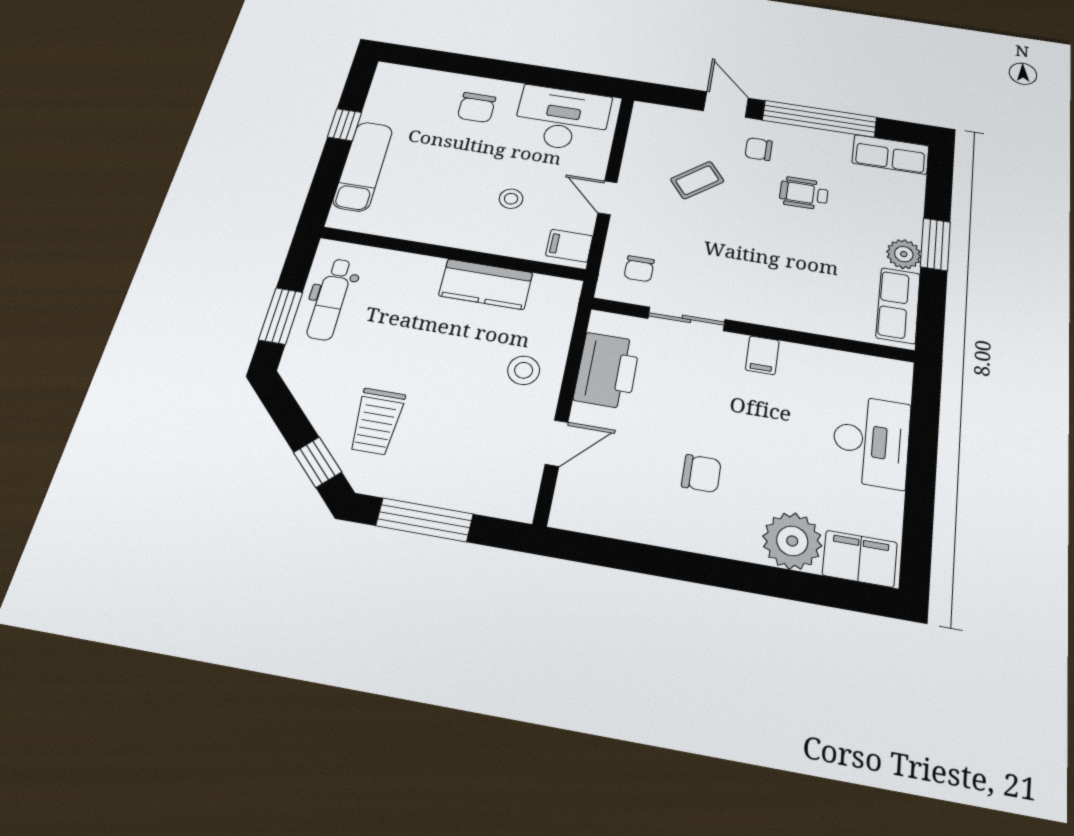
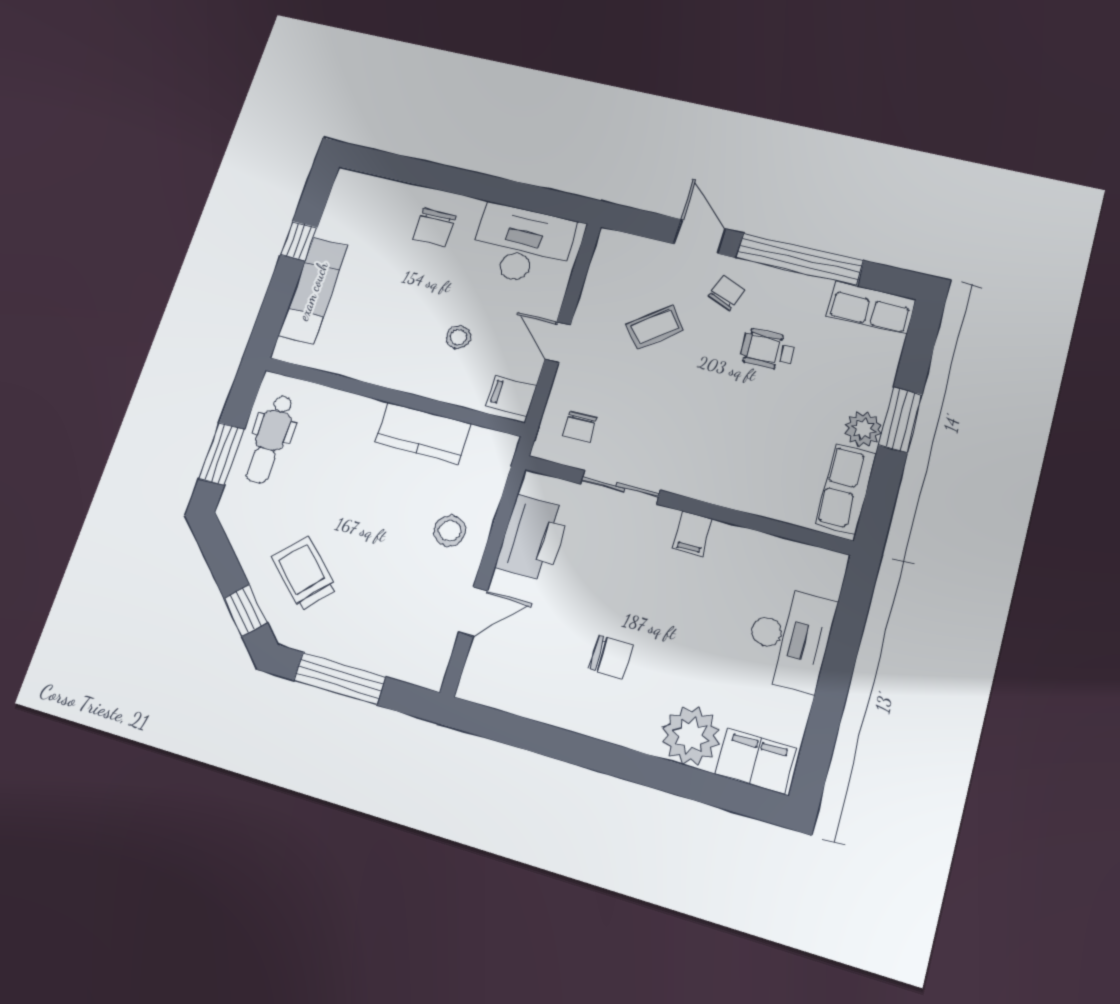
chair: (759, 149) -> (727, 293), turned 112
trolley: (377, 421) -> (304, 573), turned 133

